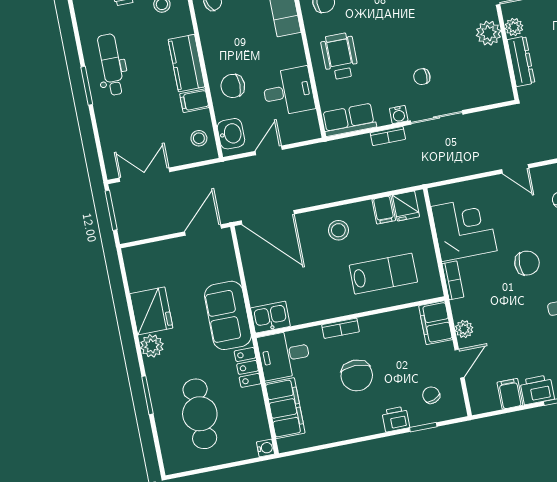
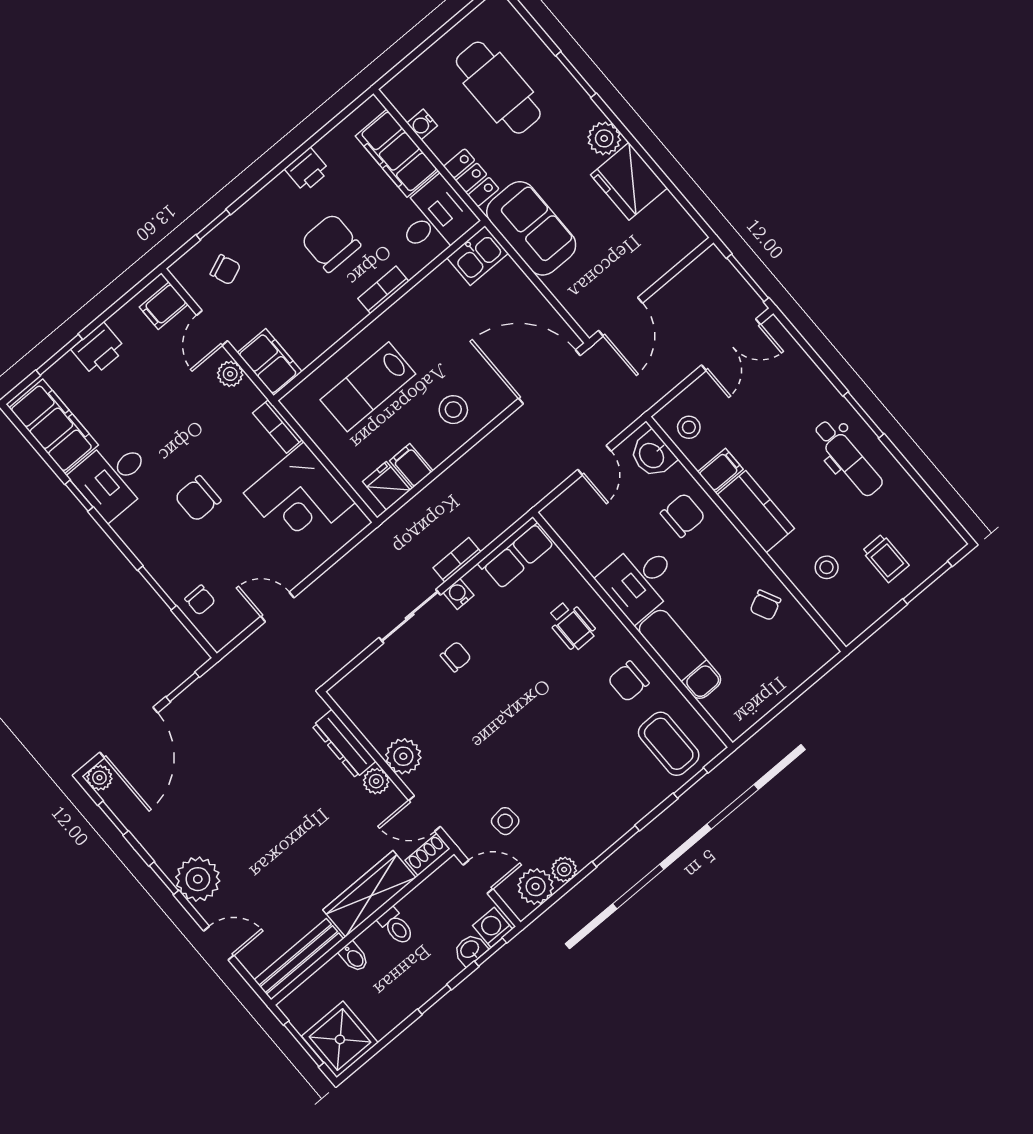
wheelchair: (340, 56) -> (571, 625), width x0.73, depth x0.73
desk: (288, 91) -> (639, 581), moved
filing cabinet: (510, 394) -> (164, 306), moved, turned 90
printer: (396, 419) -> (307, 170), moved
water cooler: (266, 448) -> (422, 124), moved

